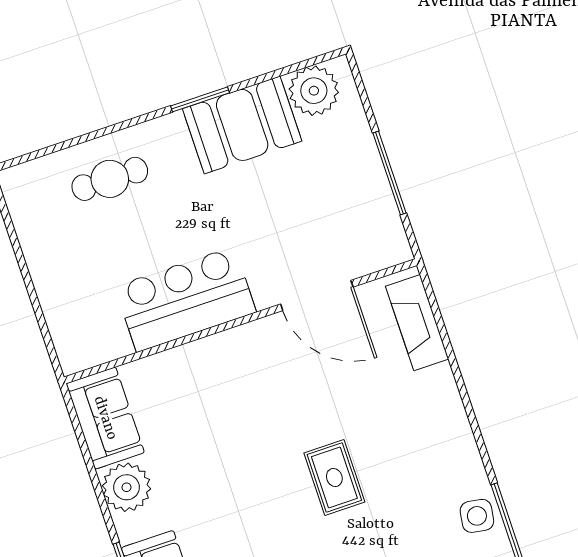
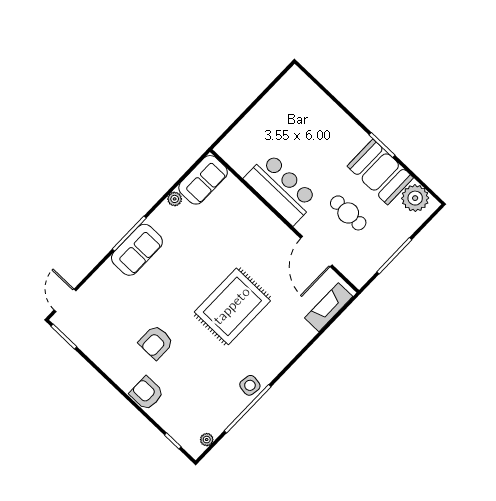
cafe table: (110, 179) -> (348, 213), moved
rug: (334, 477) -> (232, 306), width x1.86, depth x2.06
plant: (126, 487) -> (175, 199), width x0.53, depth x0.53

